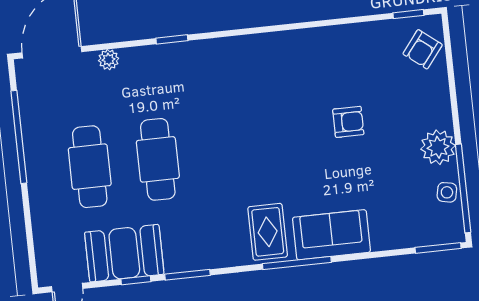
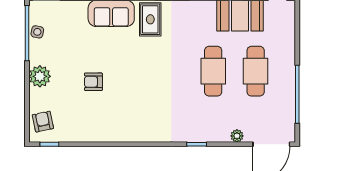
armchair: (423, 49) -> (43, 122), turned -50
plant: (438, 147) -> (40, 76), moved

